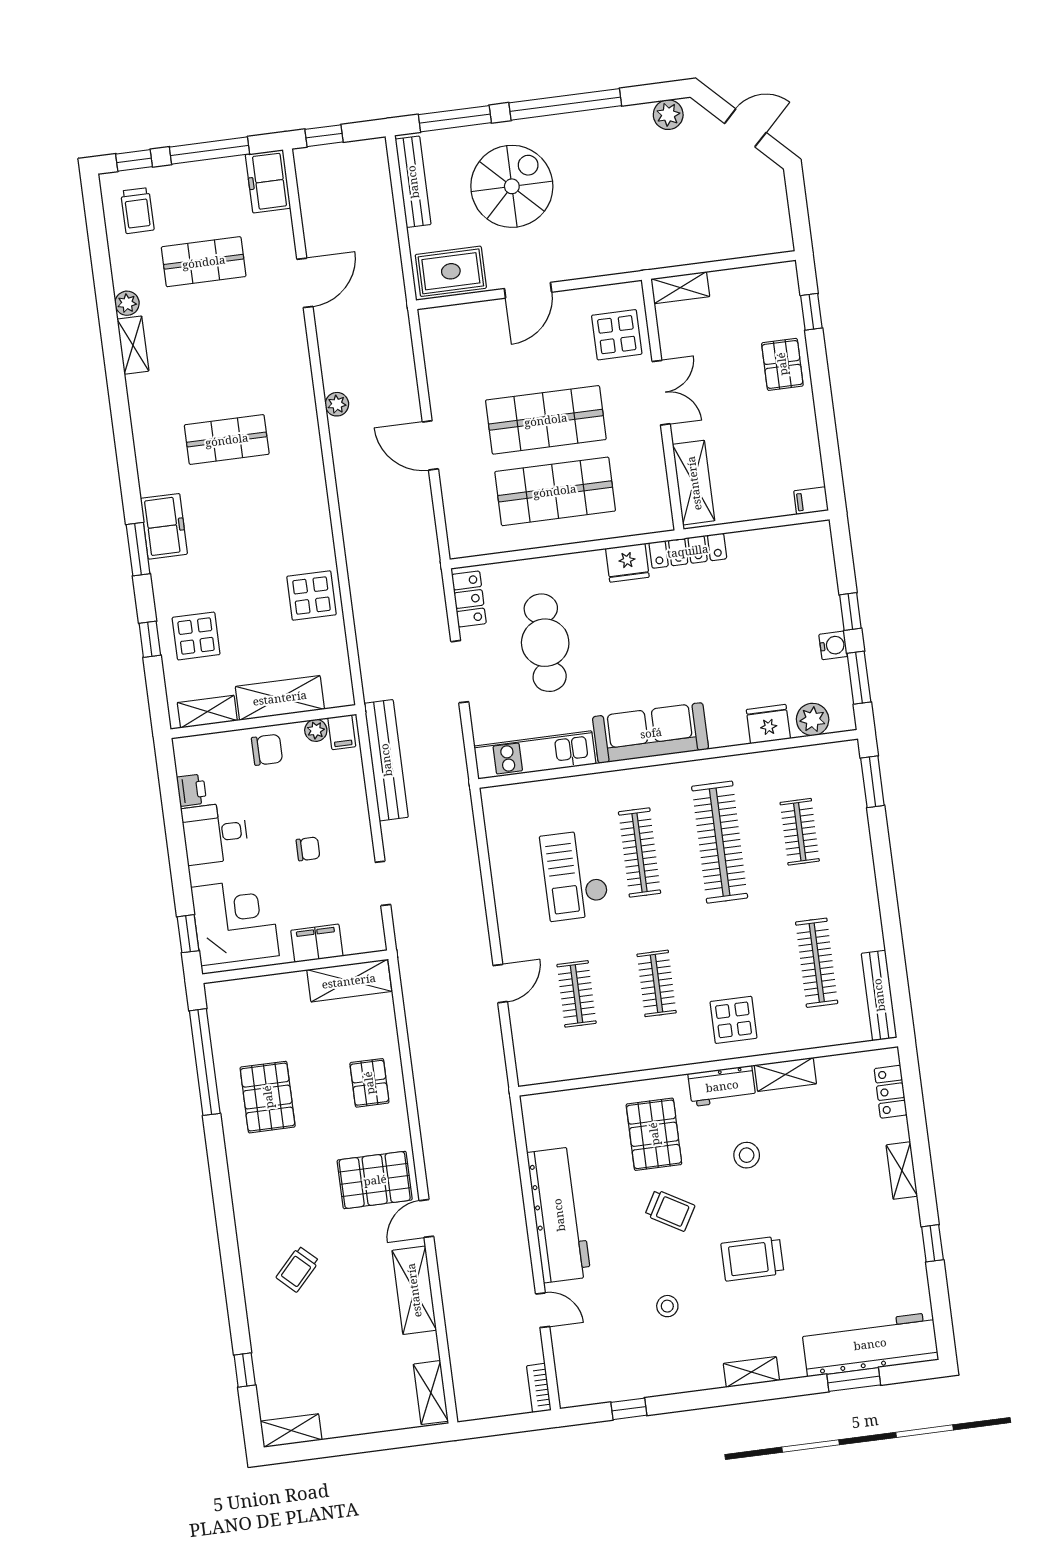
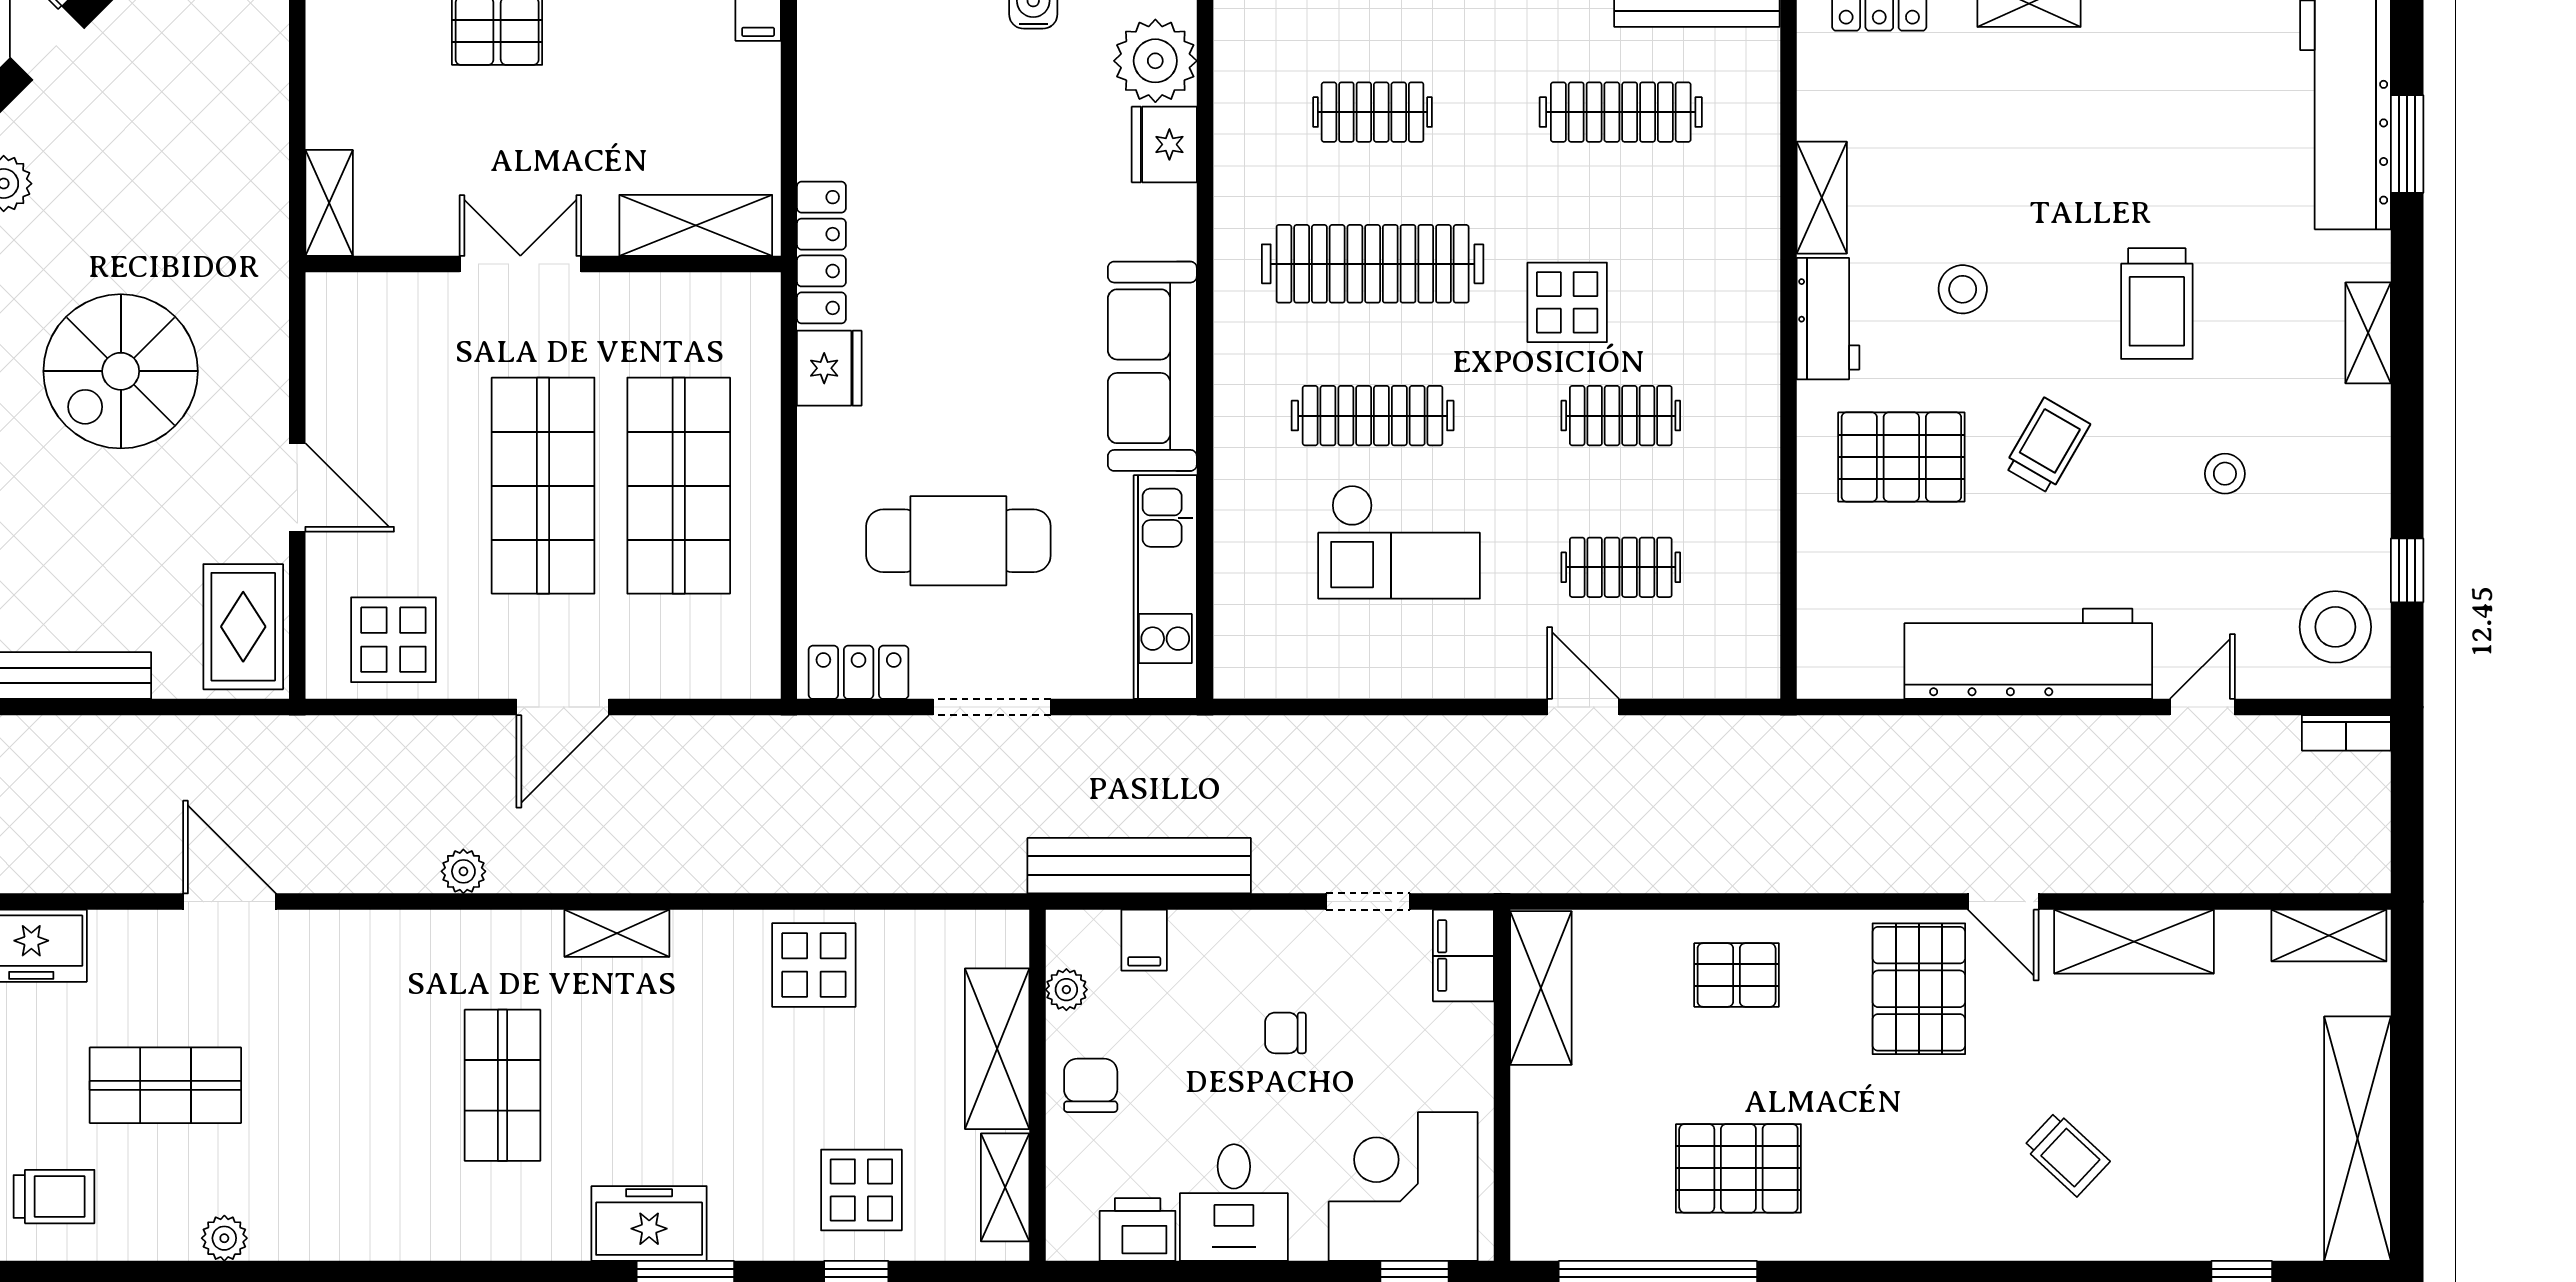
spiral stairs: (512, 186) -> (121, 371), moved, turned -90
shop shelf: (204, 262) -> (165, 1085), turned 90
display table: (617, 335) -> (393, 640), moved
shelving: (133, 345) -> (617, 933), moved
plant: (813, 719) -> (1155, 61), width x1.36, depth x1.36
filing cabinet: (342, 732) -> (1144, 940), moved, turned 90
printer: (192, 790) -> (1138, 1230), width x1.36, depth x1.24
chair: (308, 849) -> (1285, 1033), turned -90
filing cabinet: (317, 943) -> (1463, 956), moved
display table: (734, 1020) -> (1567, 302), moved
stool: (594, 1375) -> (2335, 627), added
shelving: (291, 1431) -> (2358, 1139), width x2.20, depth x1.33

